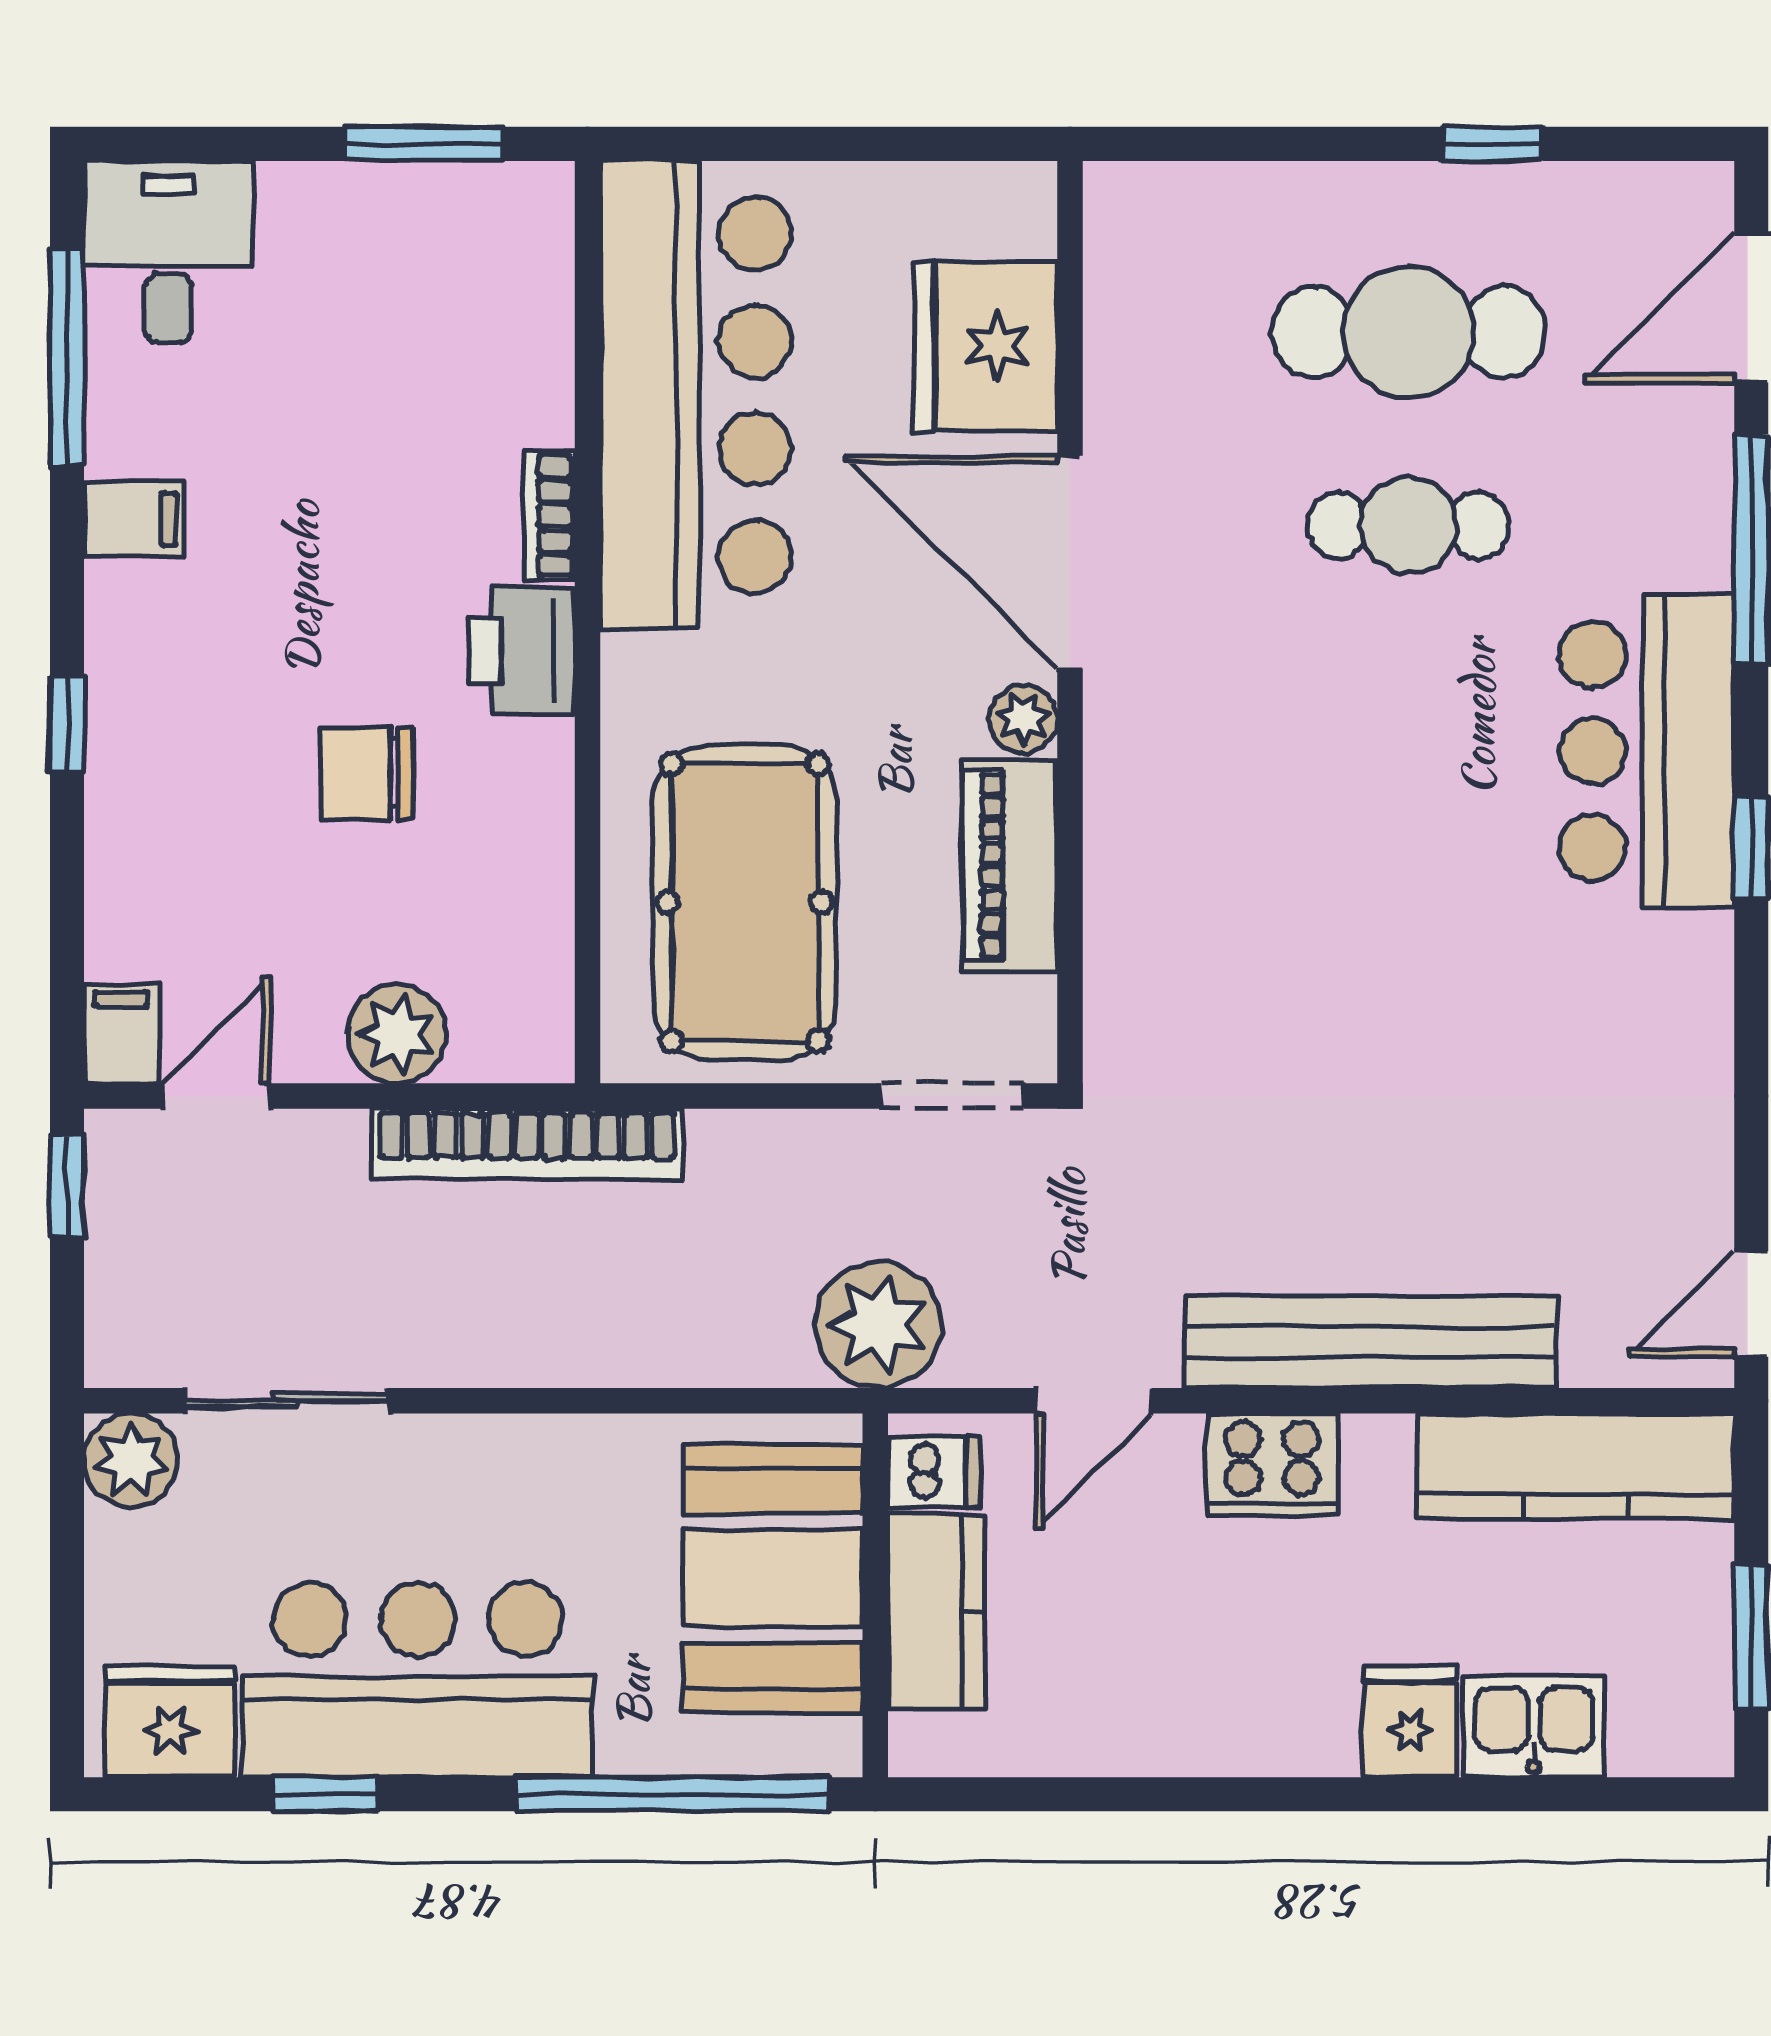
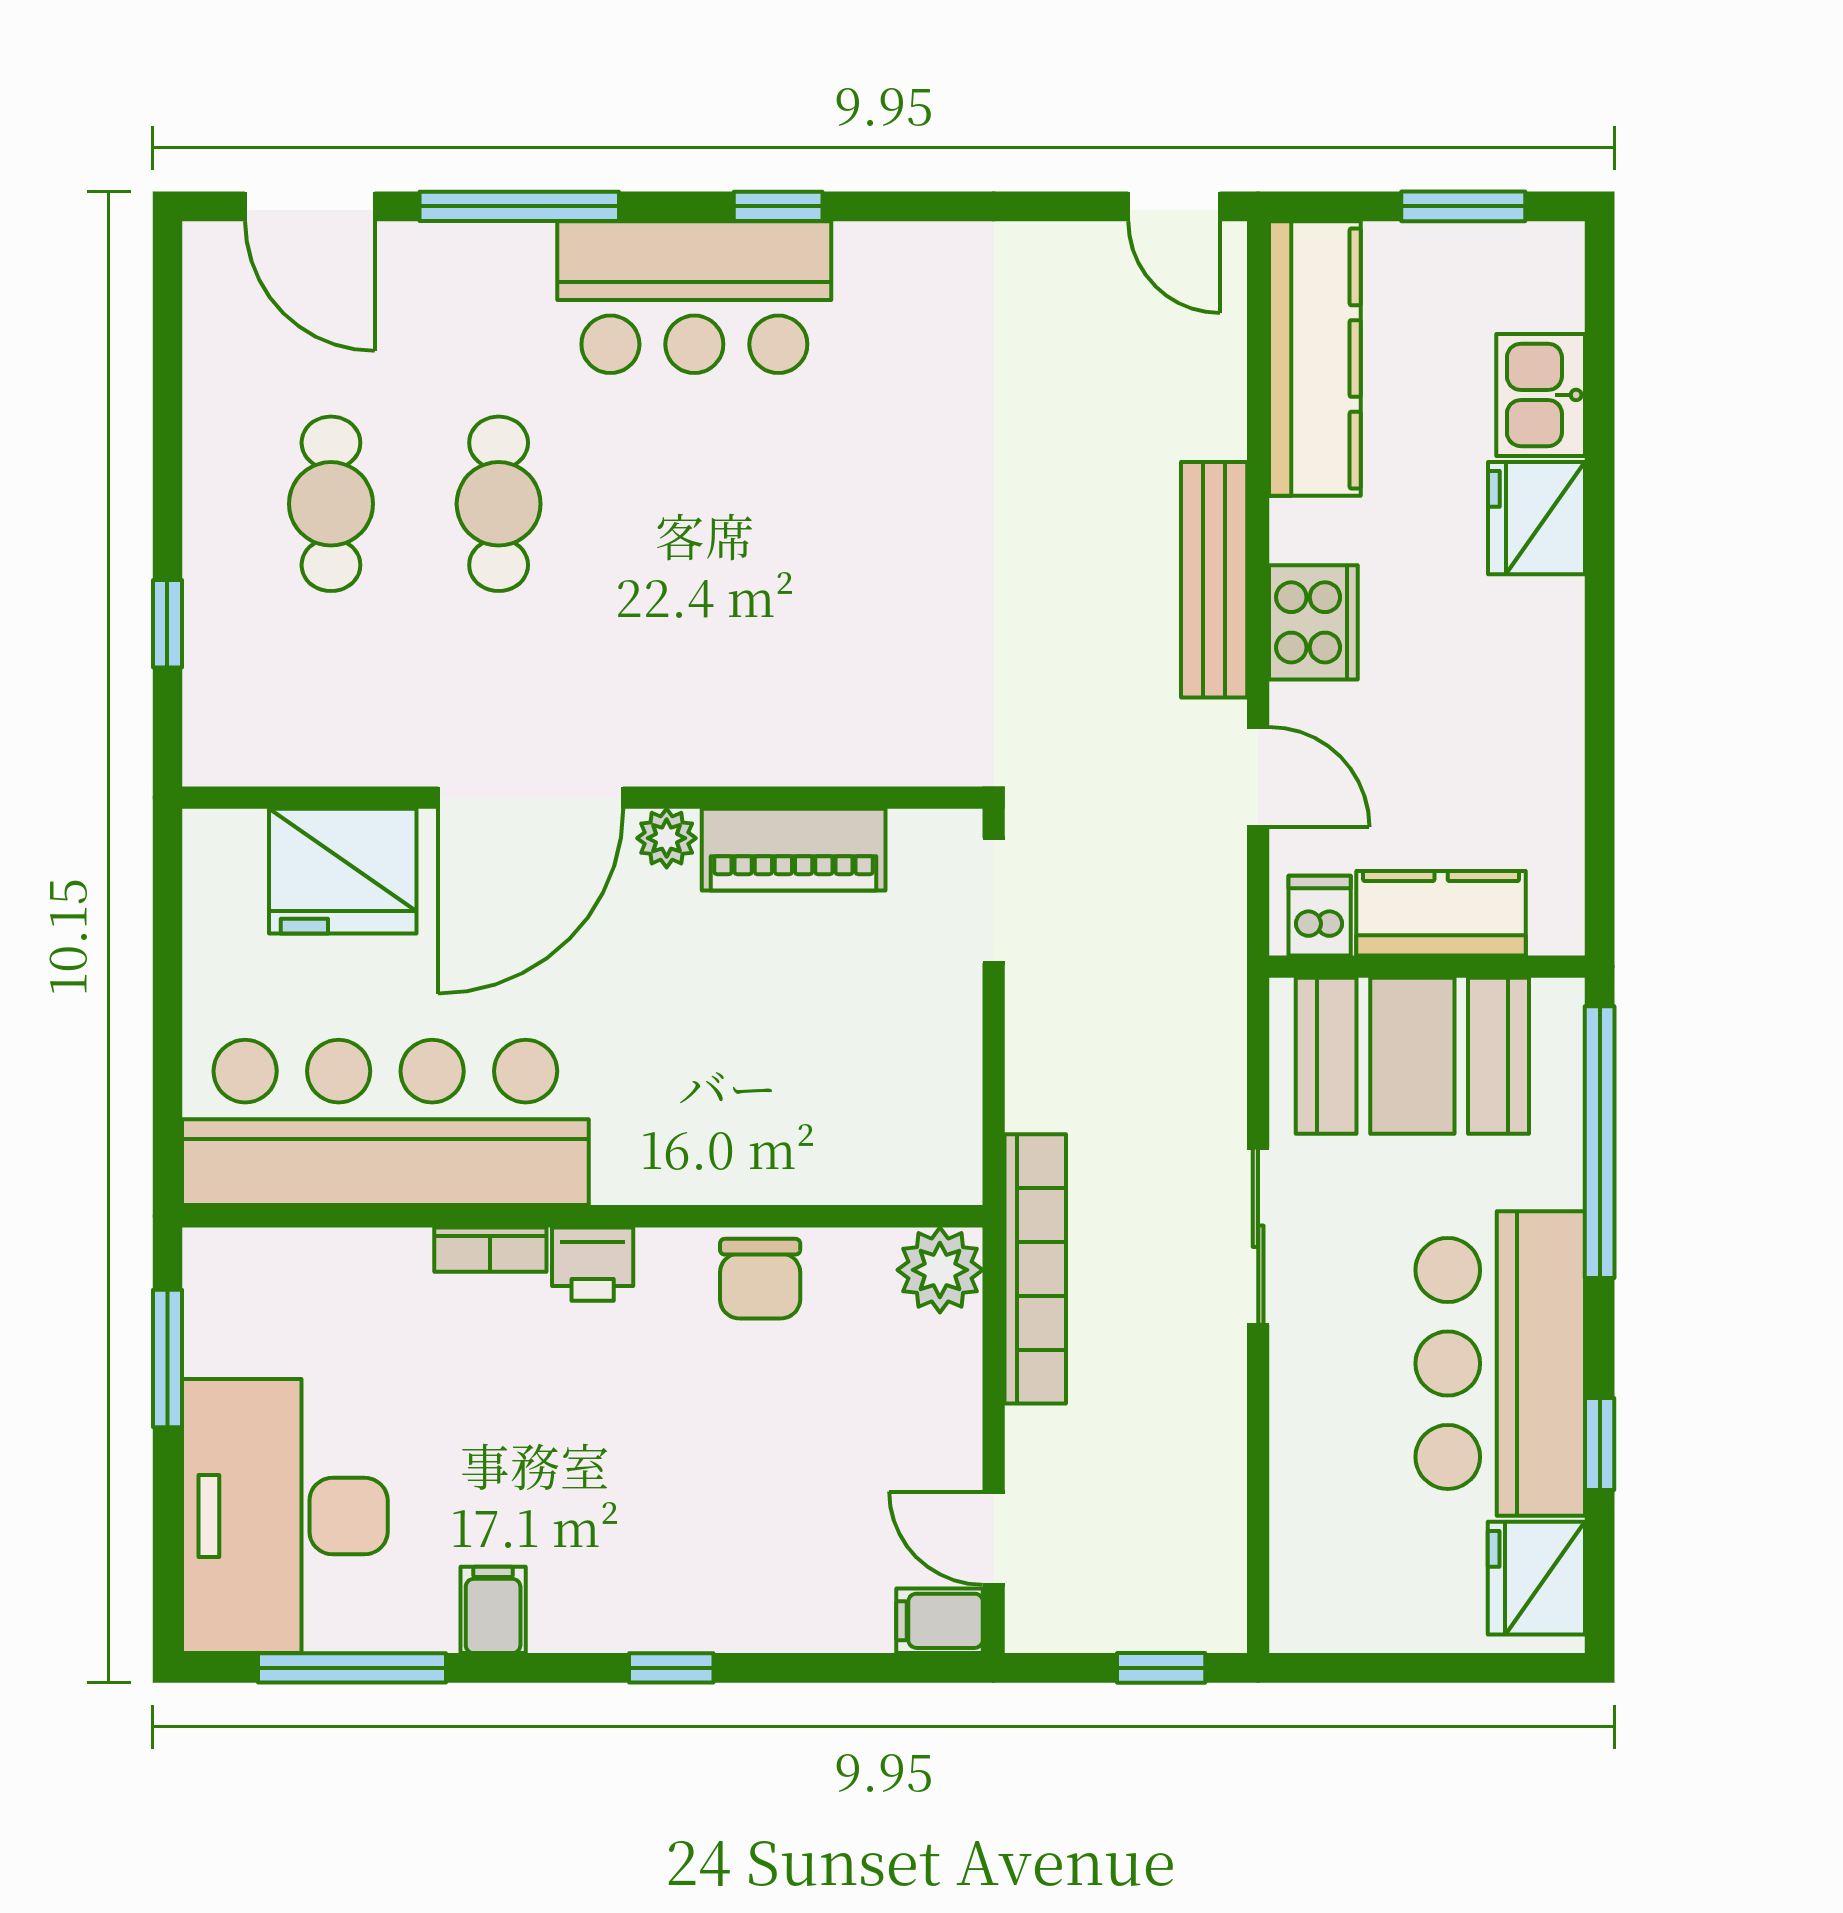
window: (1493, 144) -> (167, 624), moved
desk: (168, 252) -> (285, 1516), width x1.87, depth x1.30
cafe table: (1409, 332) -> (331, 504), width x0.73, depth x0.74
printer: (522, 651) -> (593, 1264), width x0.73, depth x0.81
chair: (366, 773) -> (760, 1279), moved
pool table: (745, 902) -> (826, 1080), removed
plant: (397, 1034) -> (940, 1270), moved
window: (67, 1186) -> (1161, 1668), moved
plant: (878, 1325) -> (1192, 964), removed
bench: (1371, 1342) -> (1214, 580), width x0.73, depth x0.82
sliding door: (286, 1401) -> (1258, 1236), moved
plant: (131, 1460) -> (1310, 1613), removed
fridge: (1410, 1722) -> (1537, 518), width x1.38

